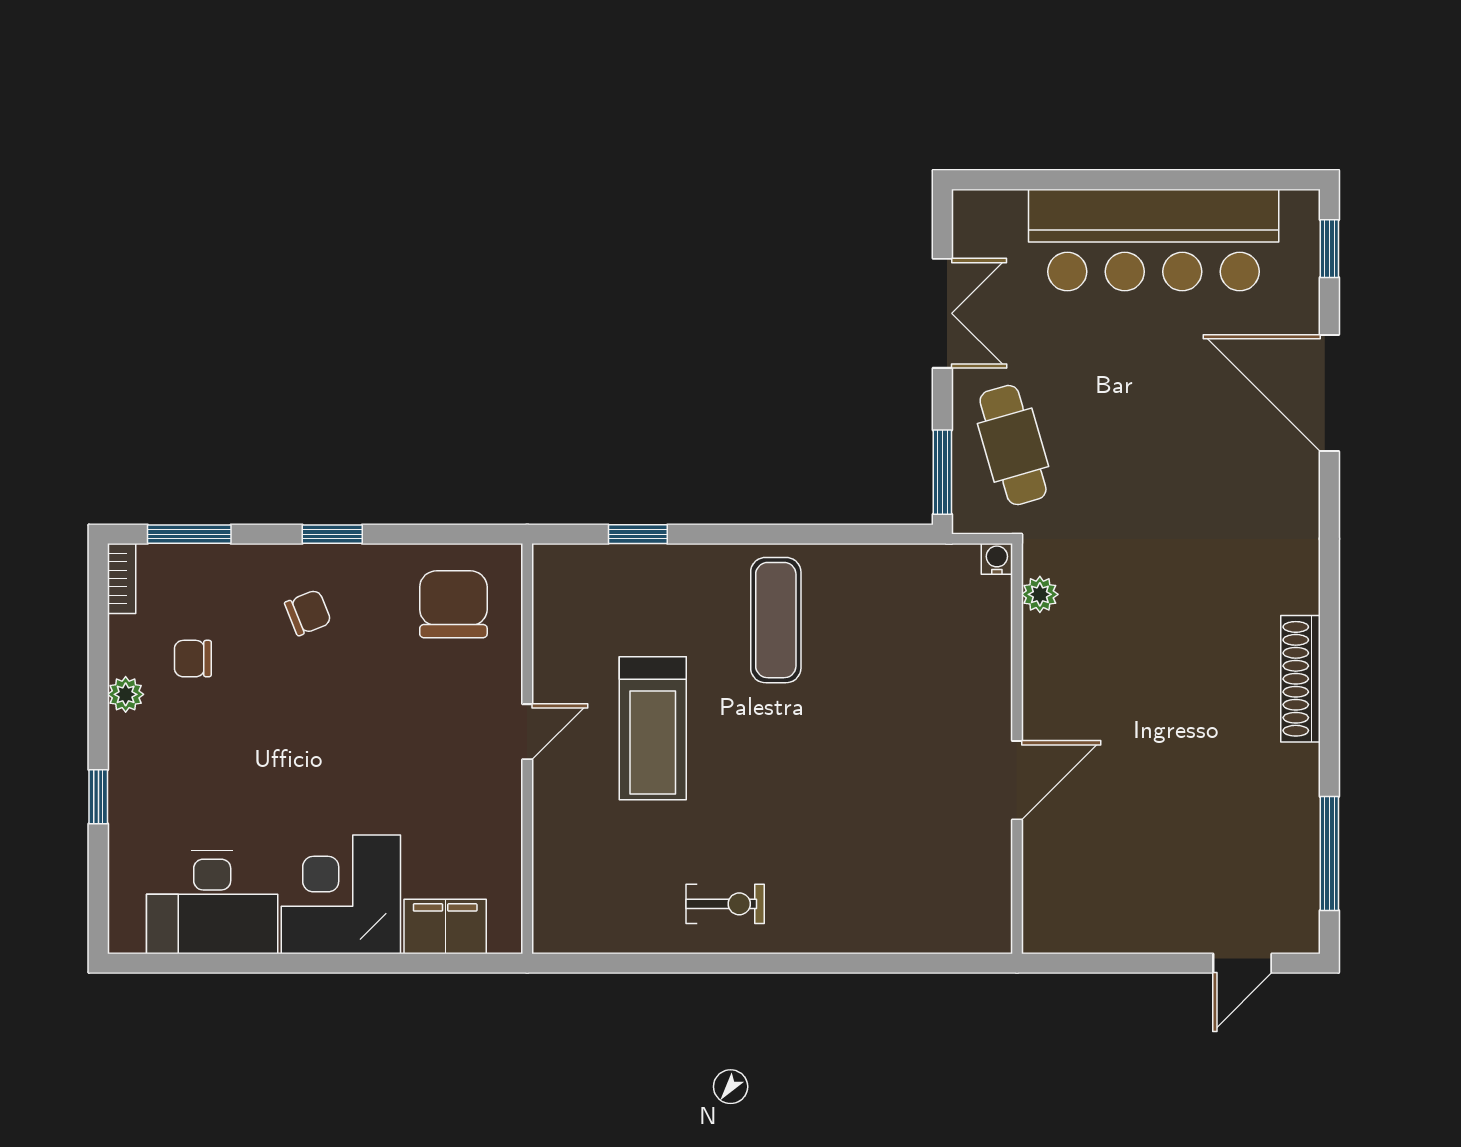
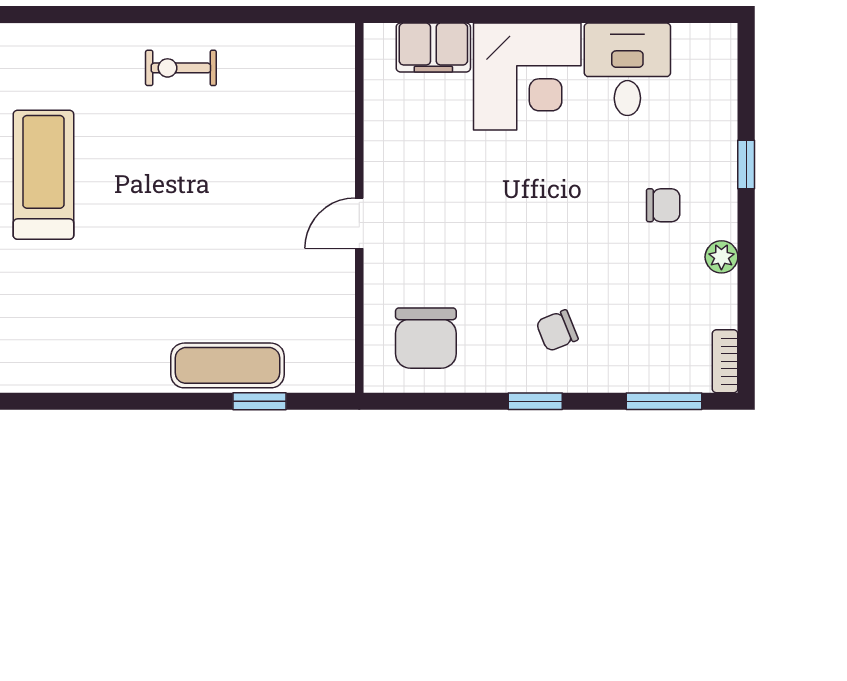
exercise mat: (776, 620) -> (228, 365), moved, turned 90
chair: (193, 659) -> (663, 205), moved
treadmill: (653, 728) -> (43, 175), moved
desk: (212, 902) -> (627, 69), width x0.73

